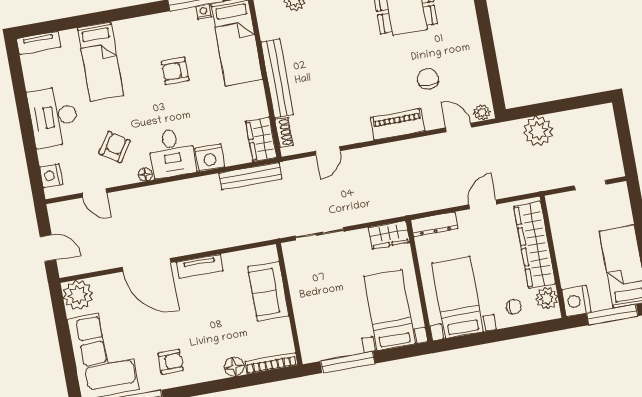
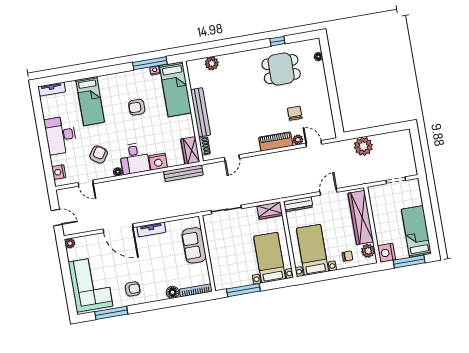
plant: (482, 112) -> (298, 140), moved
plant: (78, 295) -> (70, 243), width x0.53, depth x0.53

